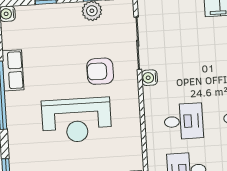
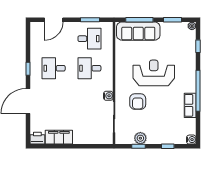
armchair: (100, 71) -> (138, 102), turned 90

